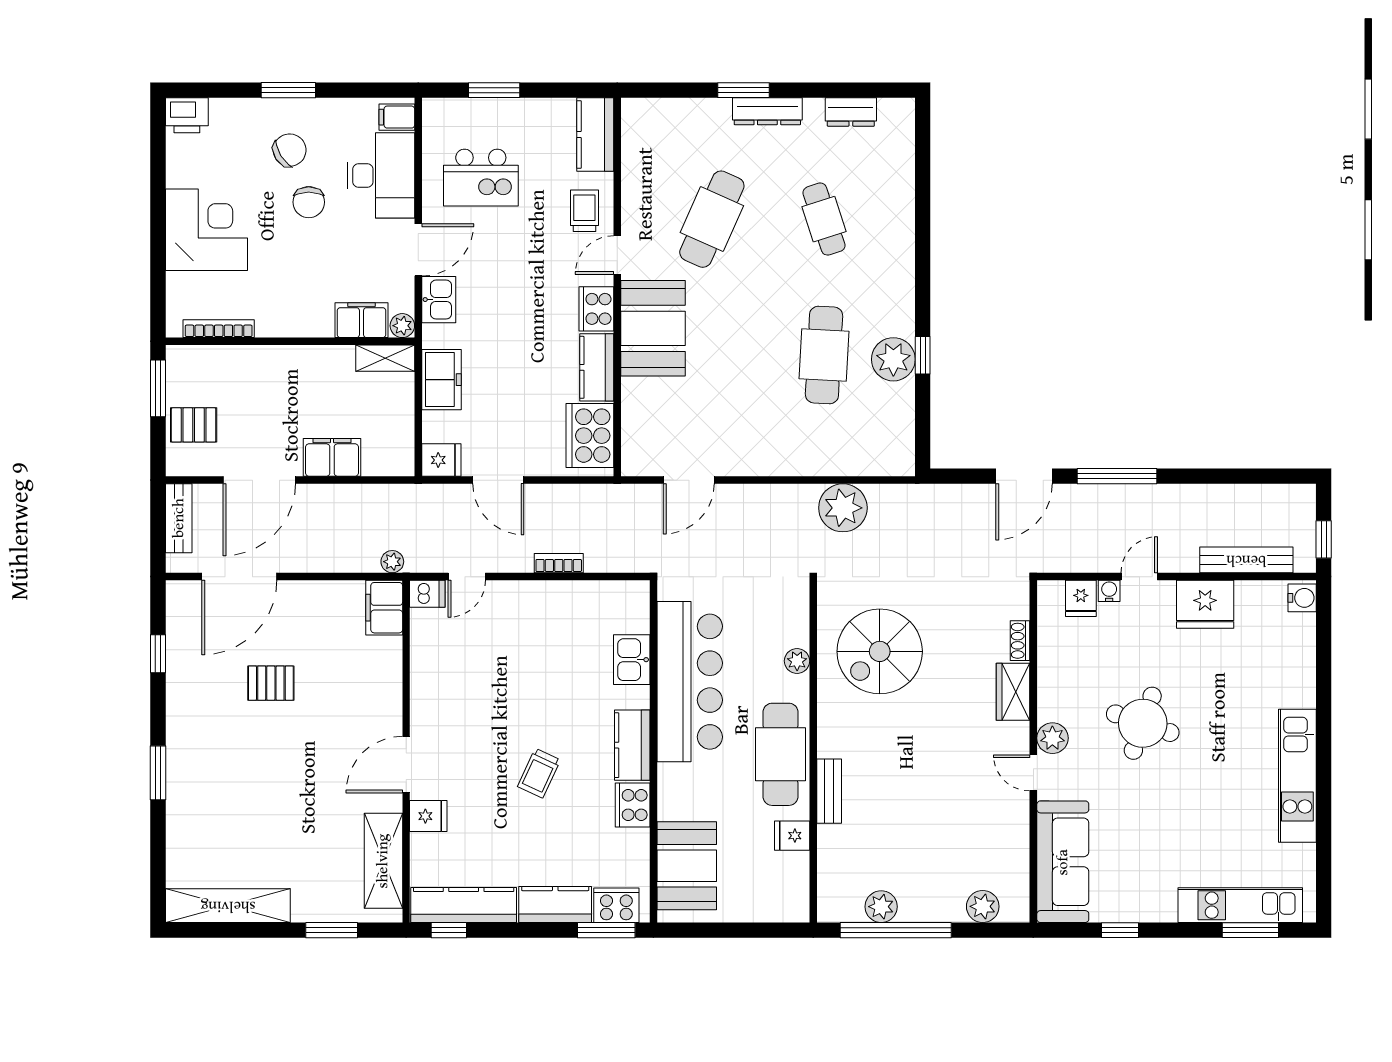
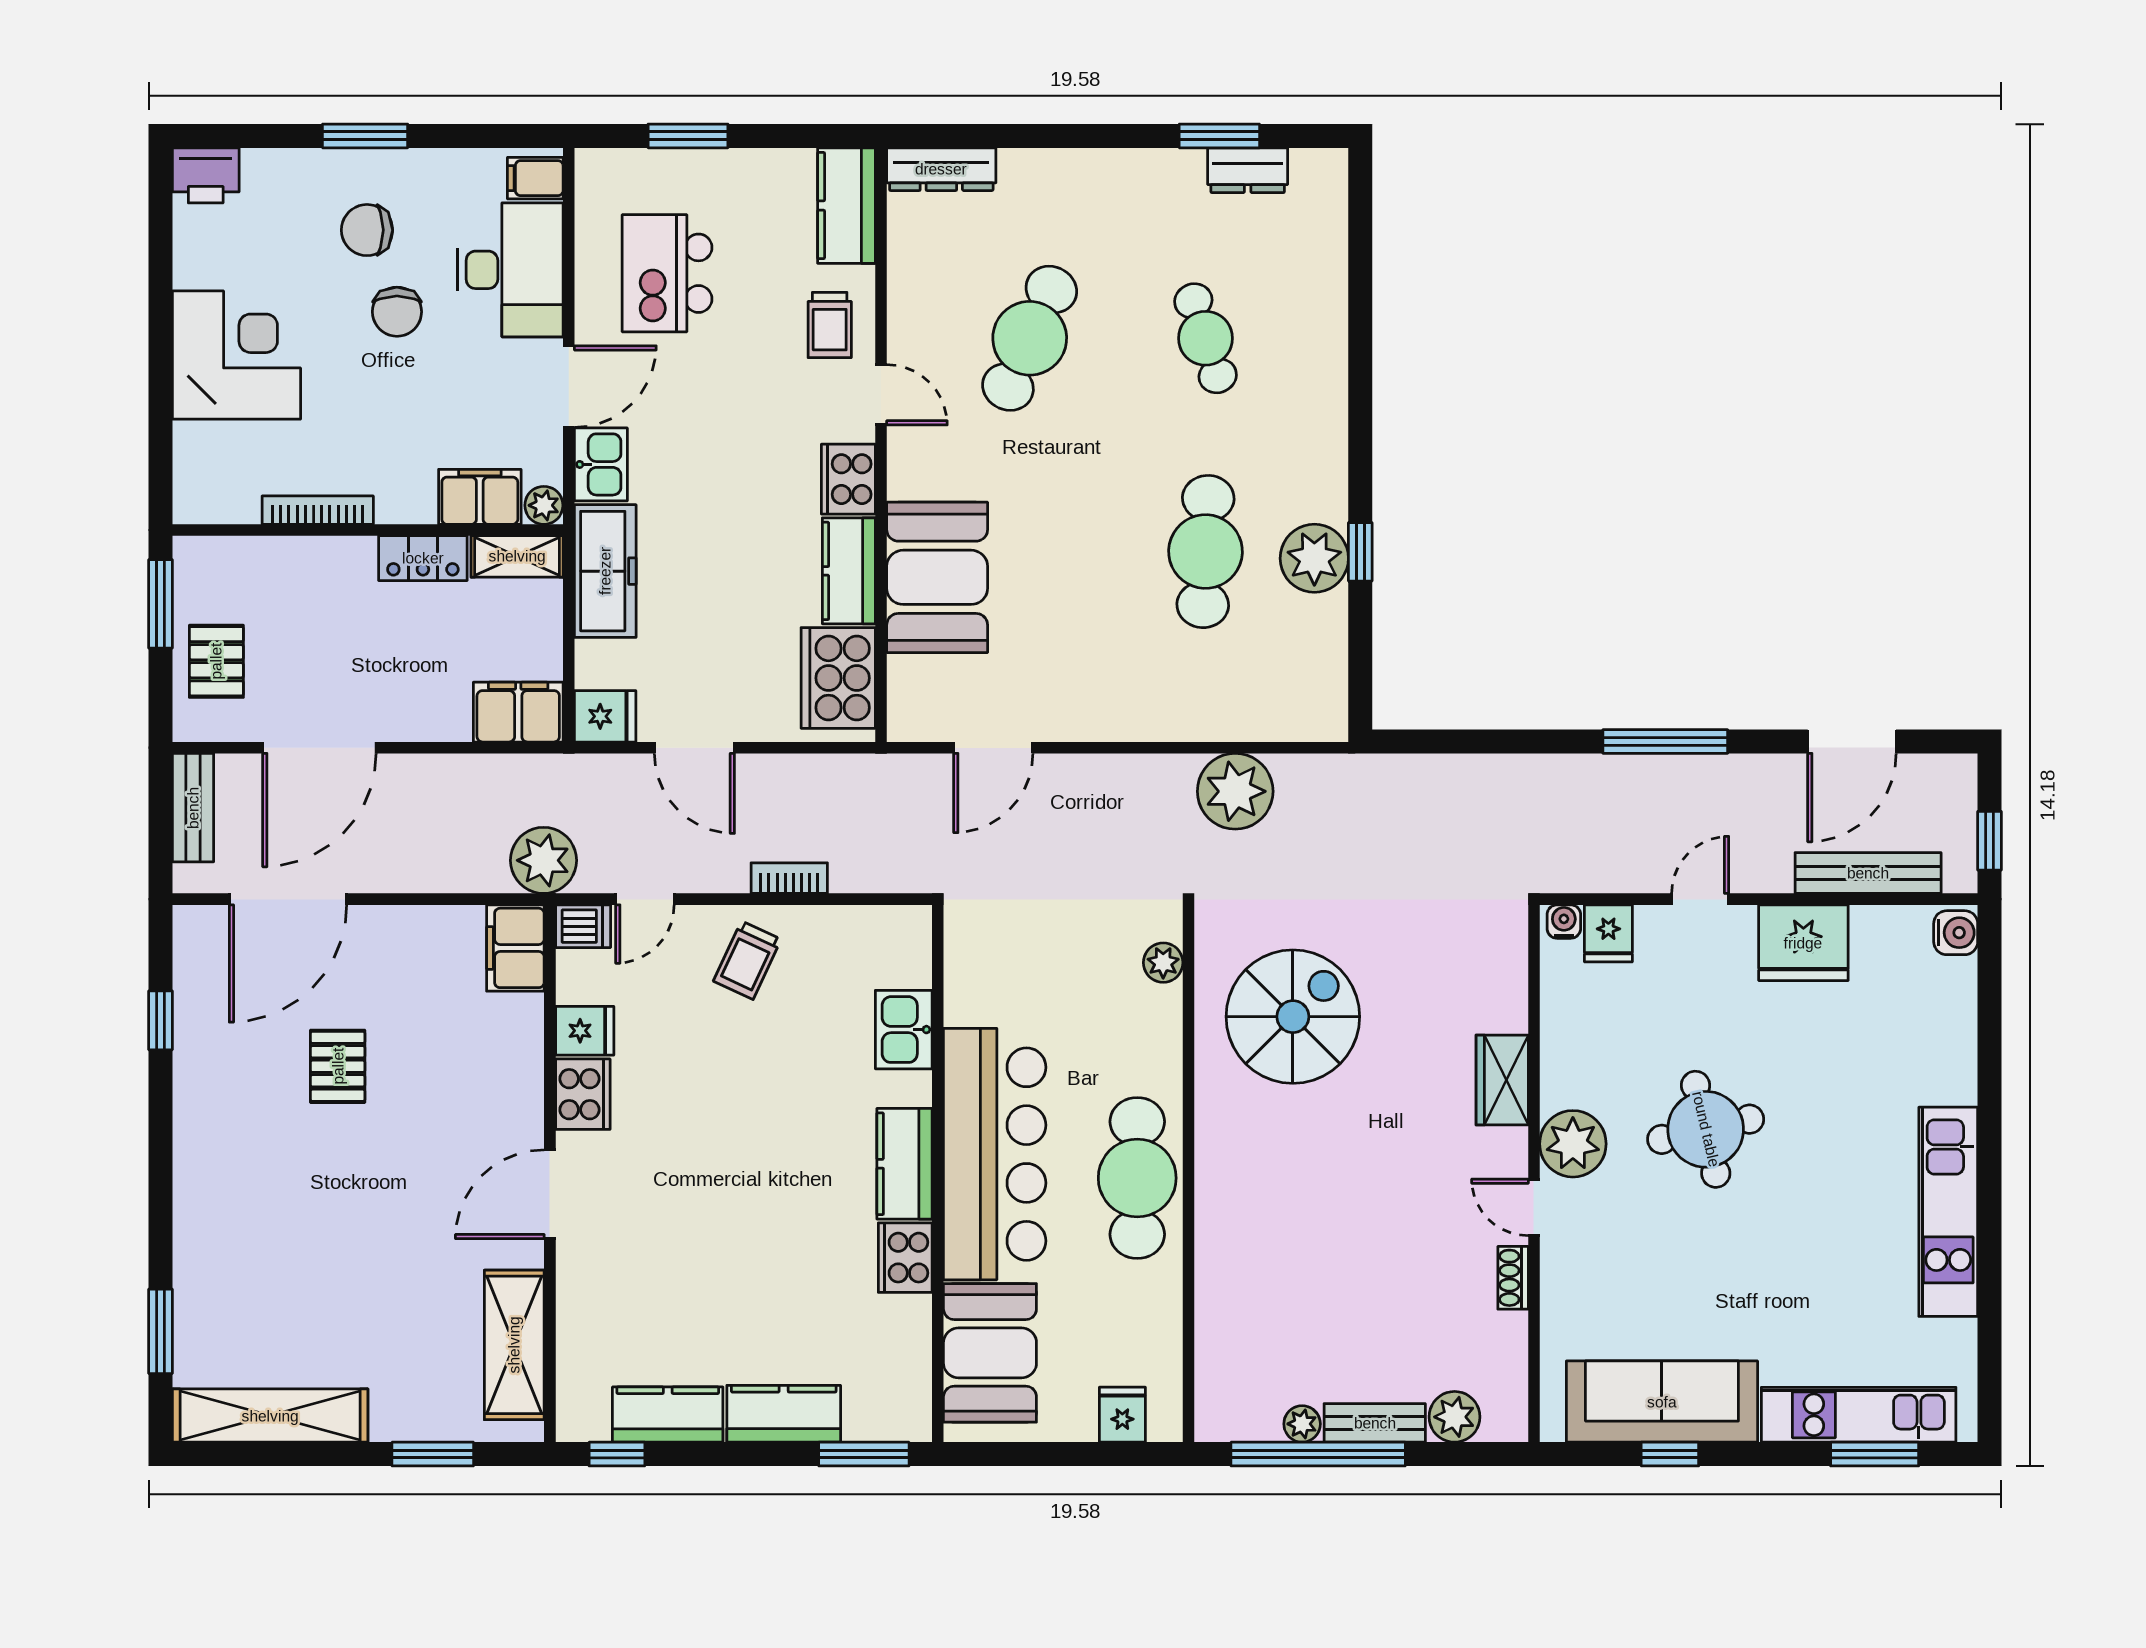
window: (743, 90) -> (1219, 136), moved
dresser: (767, 111) -> (941, 169), moved
chair: (290, 150) -> (367, 230), turned -148
kitchen island: (481, 178) -> (667, 273), turned 90
trolley: (584, 211) -> (830, 325), turned 180
door: (617, 255) -> (881, 395), swing flipped
booth: (653, 328) -> (937, 577), moved
bookcase: (219, 329) -> (318, 510), moved
locker: (325, 359) -> (423, 558), added
freezer: (441, 380) -> (605, 571), width x1.40
pallet: (194, 425) -> (216, 661), turned 90
filing cabinet: (332, 457) -> (518, 712), moved
door: (1024, 476) -> (1852, 742), moved
plant: (392, 562) -> (544, 860), width x1.88, depth x1.88
water cooler: (1109, 591) -> (1564, 922), moved
shoe rack: (1020, 641) -> (1513, 1278), moved
spiral stairs: (880, 651) -> (1293, 1017), turned 180
plant: (797, 661) -> (1163, 963), moved
bar counter: (690, 682) -> (995, 1154), moved
pallet: (271, 683) -> (338, 1066), turned 90
round table: (1143, 723) -> (1706, 1129), turned -32
plant: (1052, 738) -> (1573, 1144), width x1.36, depth x1.36
window: (158, 773) -> (160, 1331), moved
trolley: (539, 773) -> (747, 960), moved
bench: (829, 791) -> (1375, 1423), moved, turned 90
fridge: (428, 816) -> (585, 1031), moved
fridge: (792, 836) -> (1122, 1415), moved, turned 90
sofa: (1063, 862) -> (1662, 1402), moved, turned -90
kitchen counter: (464, 905) -> (668, 1415), width x0.67
cooker: (616, 905) -> (583, 1094), moved, turned 90
plant: (881, 907) -> (1302, 1424), width x0.73, depth x0.73

